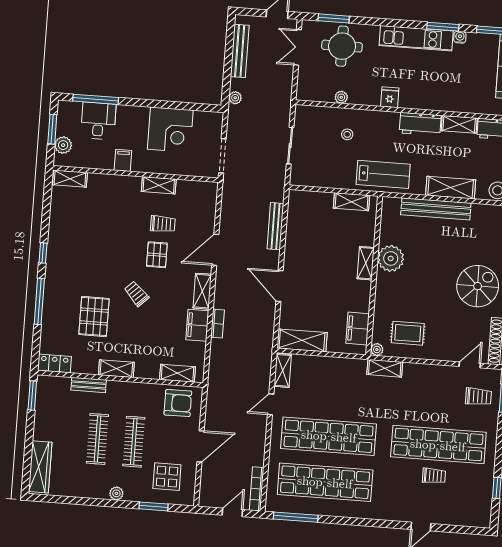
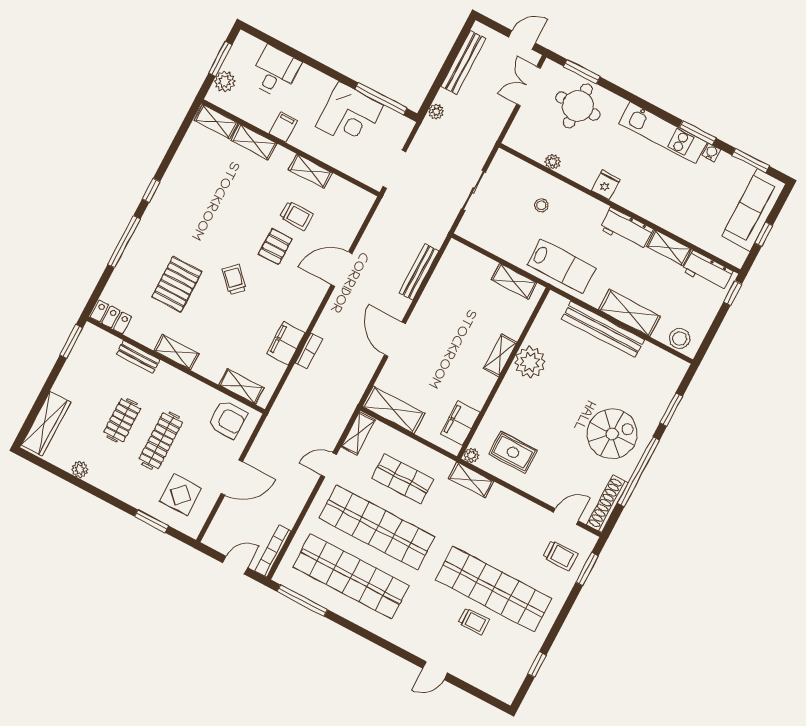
window: (96, 99) -> (381, 99), moved
shelving: (202, 291) -> (254, 142), moved, turned 90
shop shelf: (332, 390) -> (403, 479), added
clothes rail: (97, 439) -> (122, 420), width x0.73
plant: (116, 493) -> (80, 469), moved

